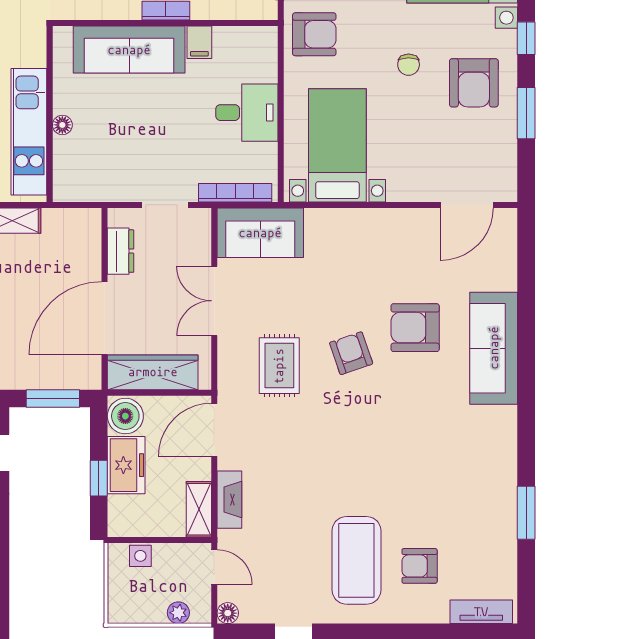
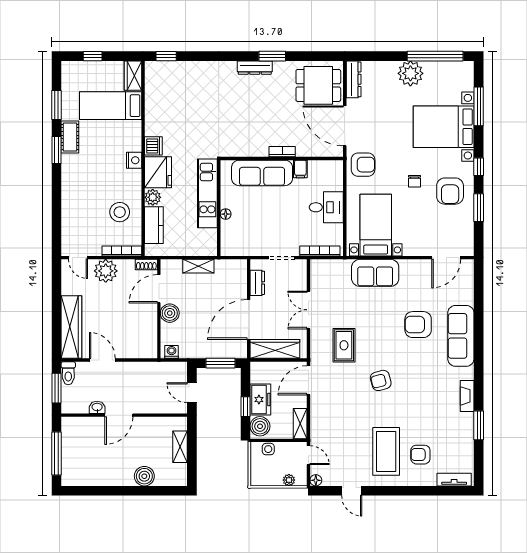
kitchen unit: (29, 132) -> (207, 193), moved
sofa: (260, 233) -> (375, 273), moved
armchair: (351, 353) -> (381, 380), moved, turned -86
boiler: (125, 416) -> (260, 426), moved
fireplace: (229, 500) -> (467, 396), moved, turned 180

